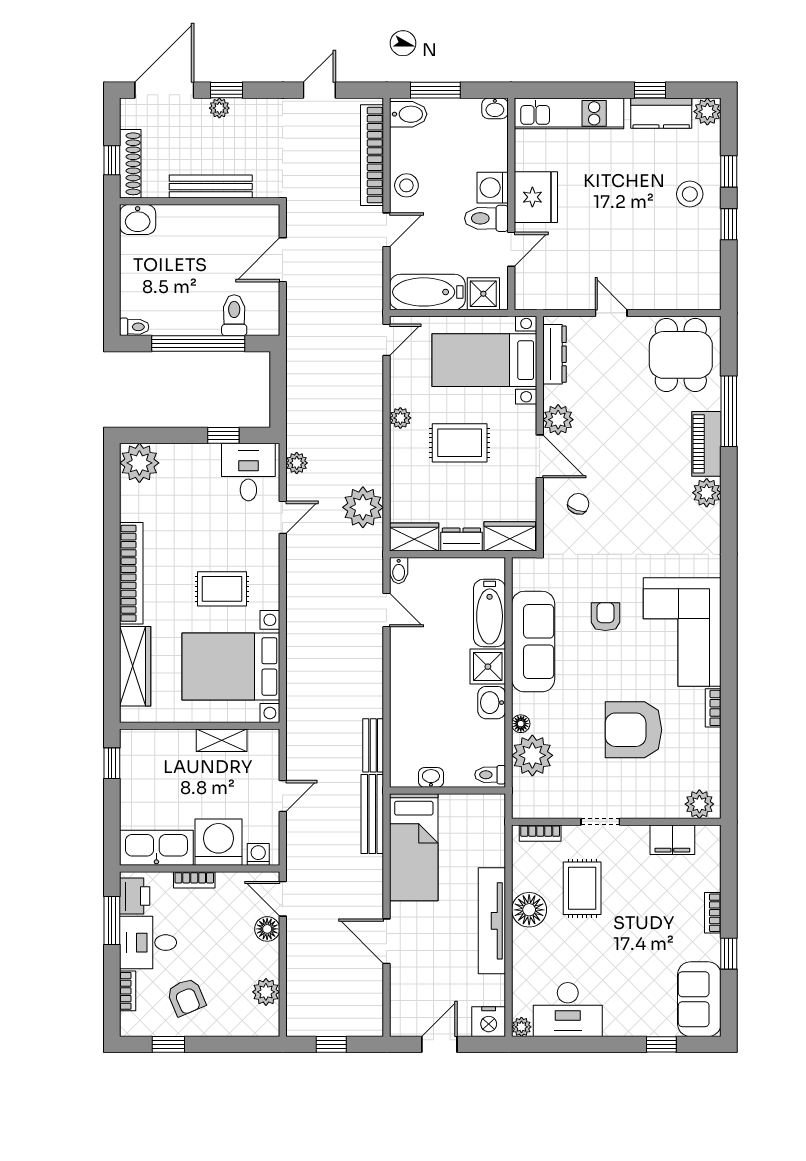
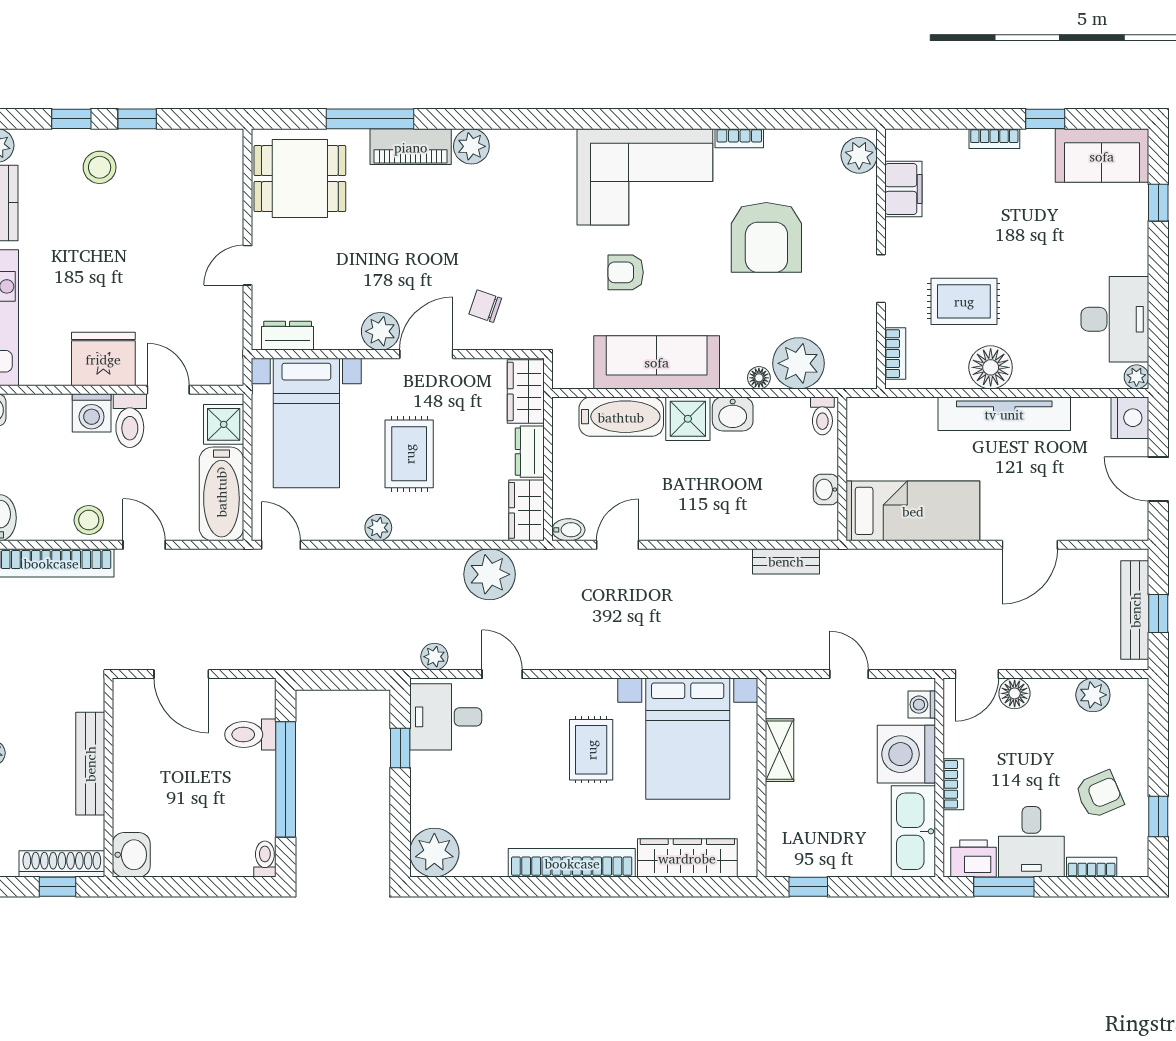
dresser: (555, 354) -> (288, 336), width x0.70
bench: (372, 814) -> (1135, 610), moved, turned 90

